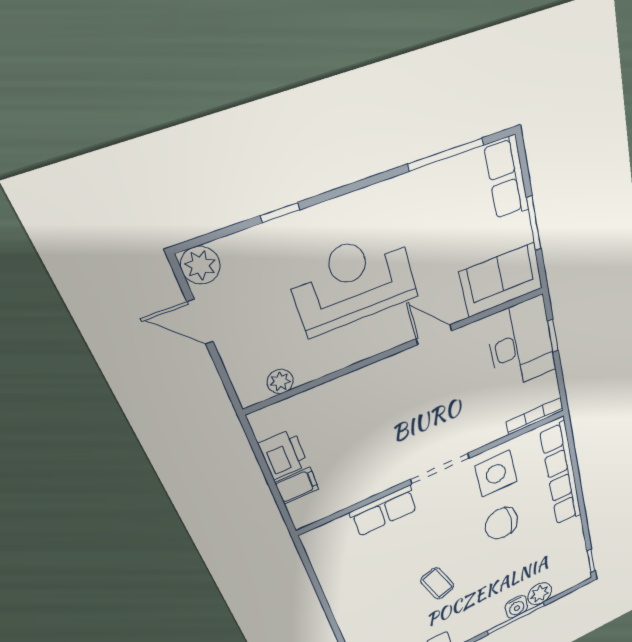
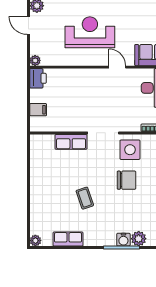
plant: (280, 381) -> (35, 60), moved
printer: (283, 454) -> (38, 78), moved
chair: (501, 523) -> (127, 180), turned 180

